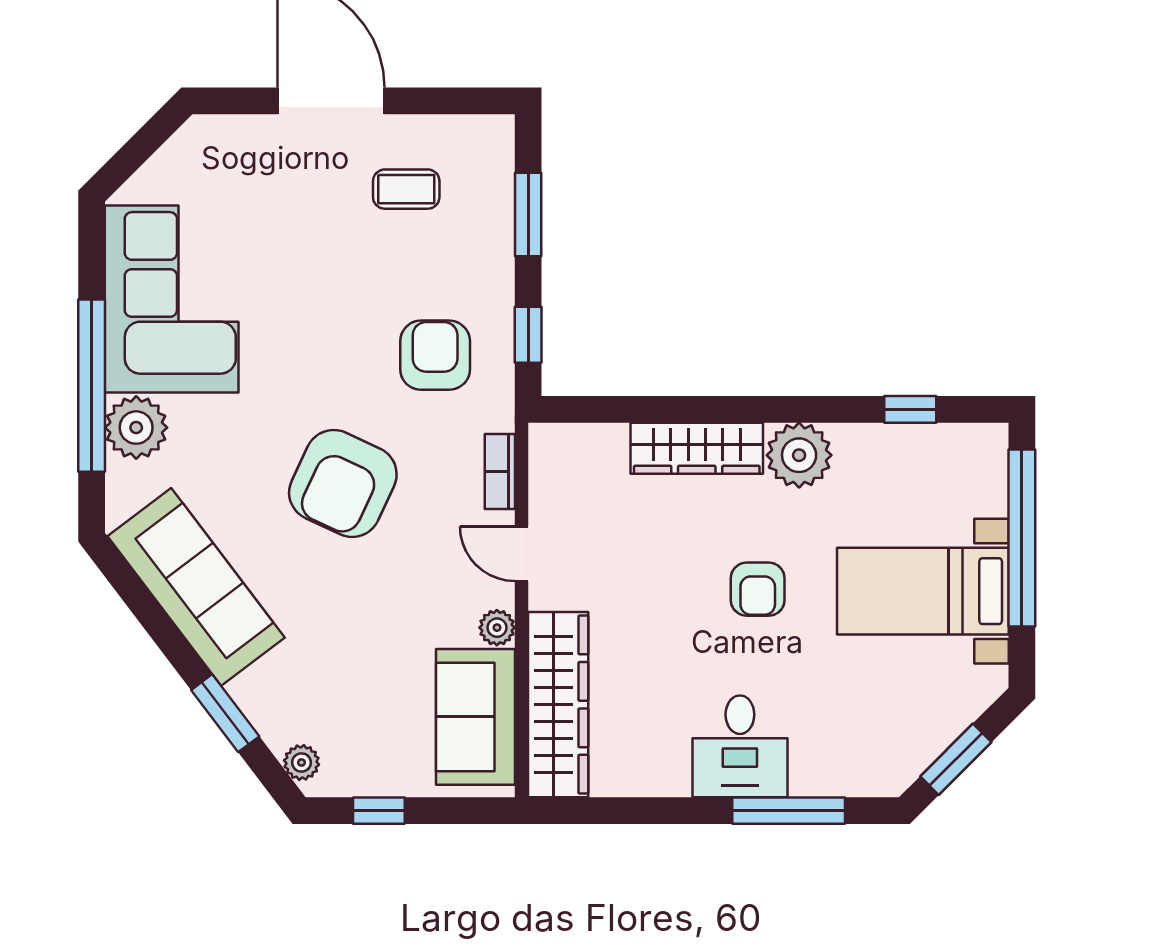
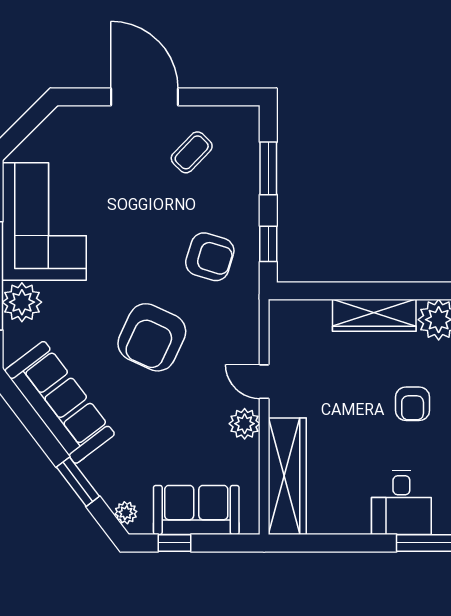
coffee table: (406, 189) -> (192, 152), turned -46
armchair: (435, 355) -> (210, 257), turned 107
bookcase: (500, 471) -> (251, 330), removed
plant: (497, 628) -> (245, 424), width x1.38, depth x1.38
sofa: (476, 717) -> (196, 510), moved, turned 90

